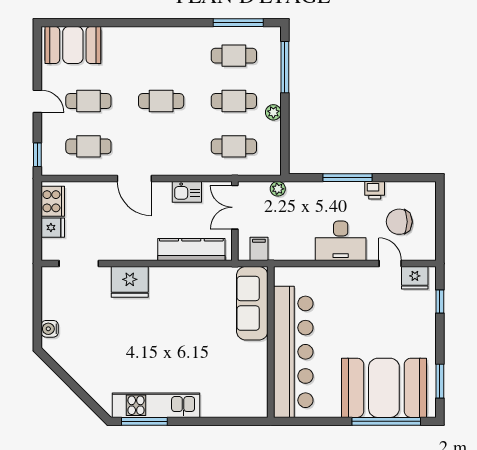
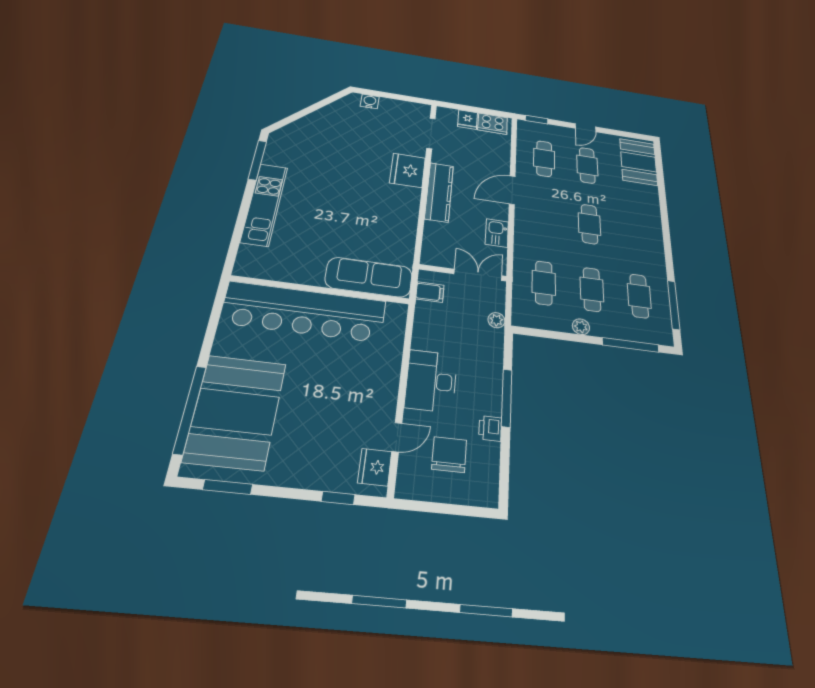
kitchen counter: (191, 250) -> (439, 192), moved
kitchen unit: (156, 405) -> (264, 204), moved

